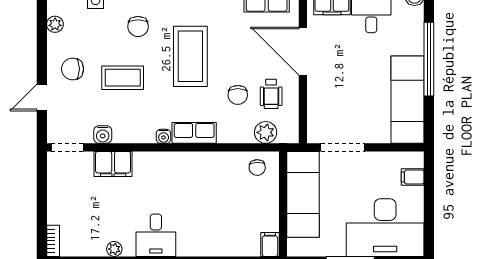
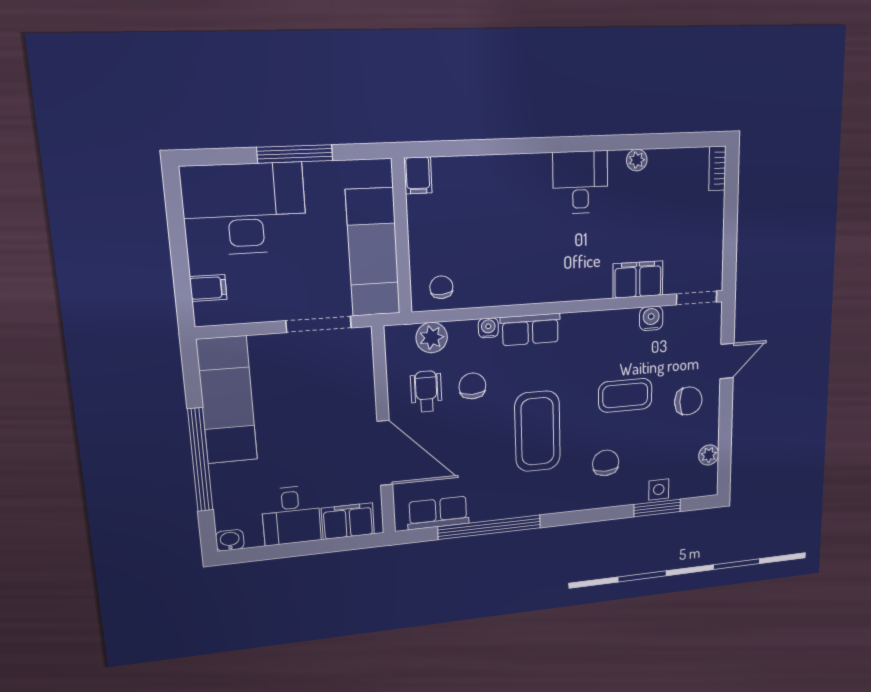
water cooler: (164, 136) -> (488, 328), moved

